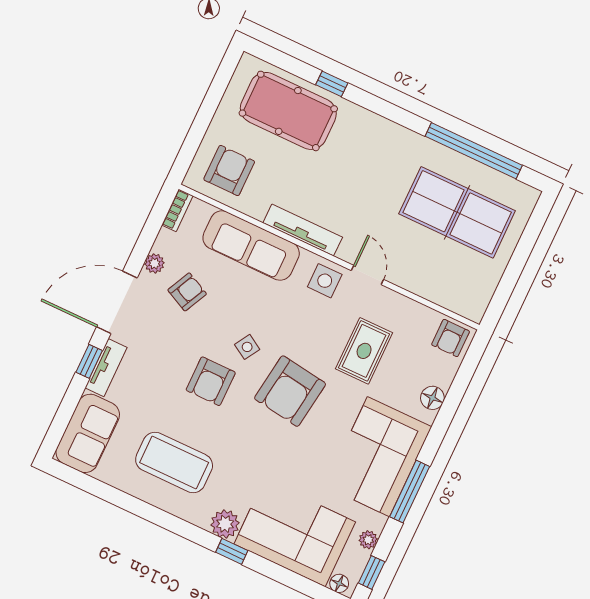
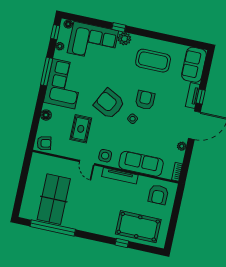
table tennis table: (457, 212) -> (54, 199), turned 90
armchair: (187, 292) -> (164, 137), removed
armchair: (451, 338) -> (44, 143), turned 80
armchair: (290, 391) -> (109, 104), turned -71

